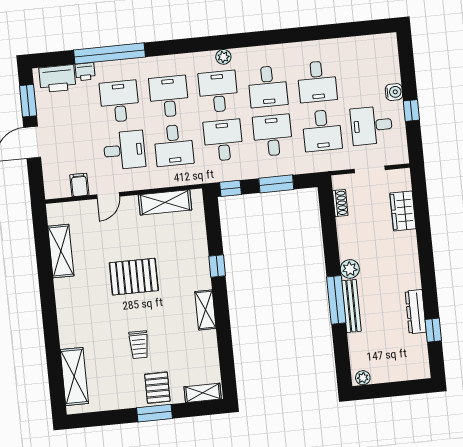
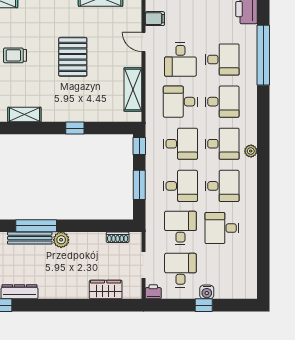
printer: (85, 72) -> (153, 292), moved, turned 90
desk: (268, 87) -> (222, 186), turned 180
window: (411, 111) -> (204, 305), moved
desk: (322, 130) -> (180, 228), turned 90
shelving: (205, 310) -> (24, 114), moved

